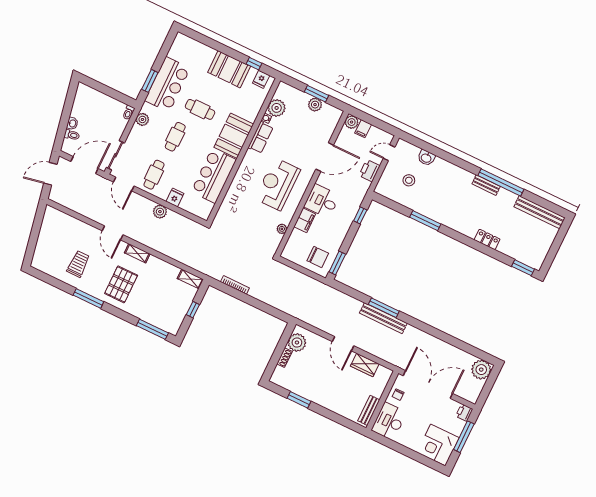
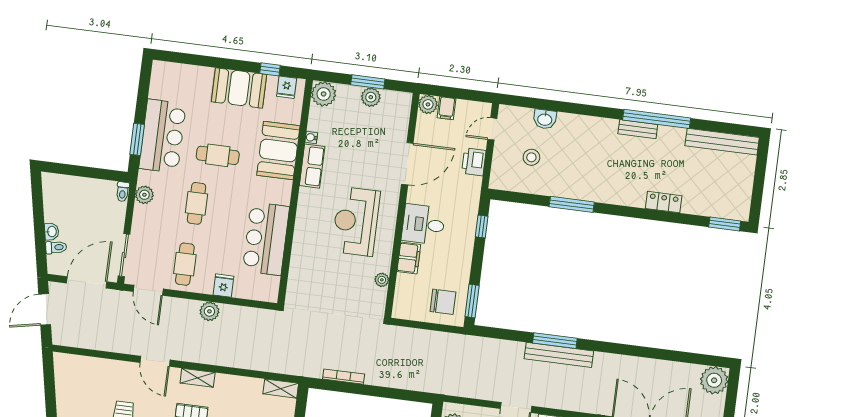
plant: (277, 108) -> (324, 94), moved
booth: (234, 136) -> (278, 150), moved

